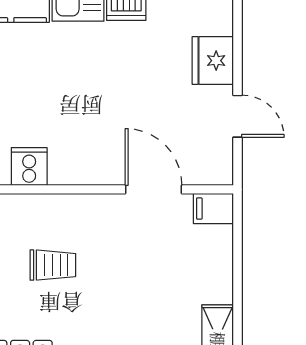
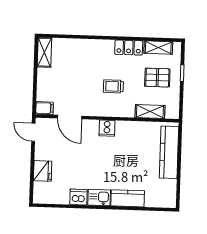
door: (238, 116) -> (33, 132), moved
cooker: (29, 166) -> (107, 128), moved

